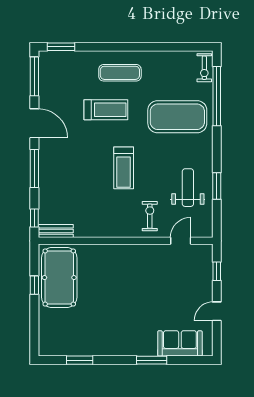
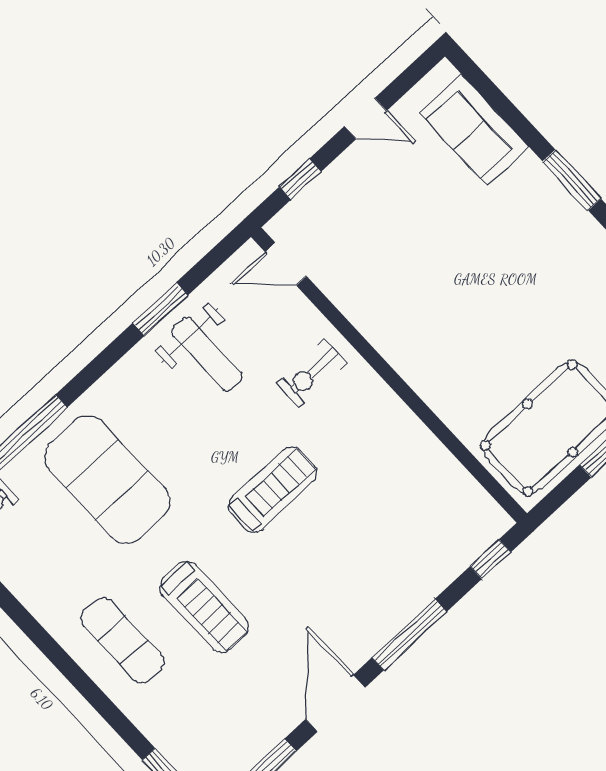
treadmill: (106, 110) -> (204, 607), turned 180
weight bench: (188, 188) -> (207, 354), turned -90
bench: (56, 231) -> (479, 504), removed
door: (181, 241) -> (286, 264), moved
window: (152, 360) -> (572, 180), moved

